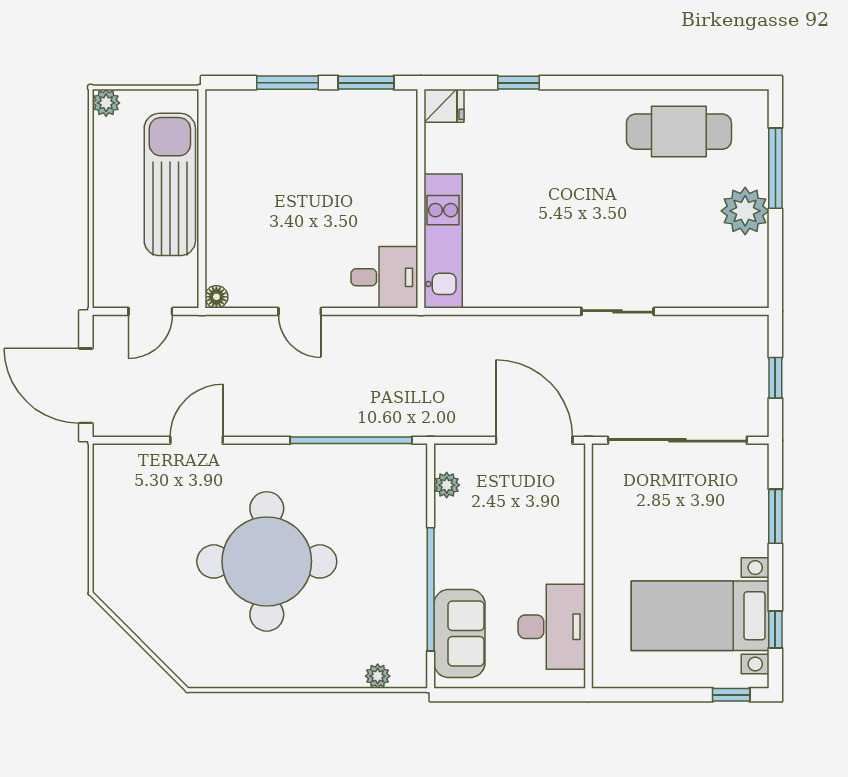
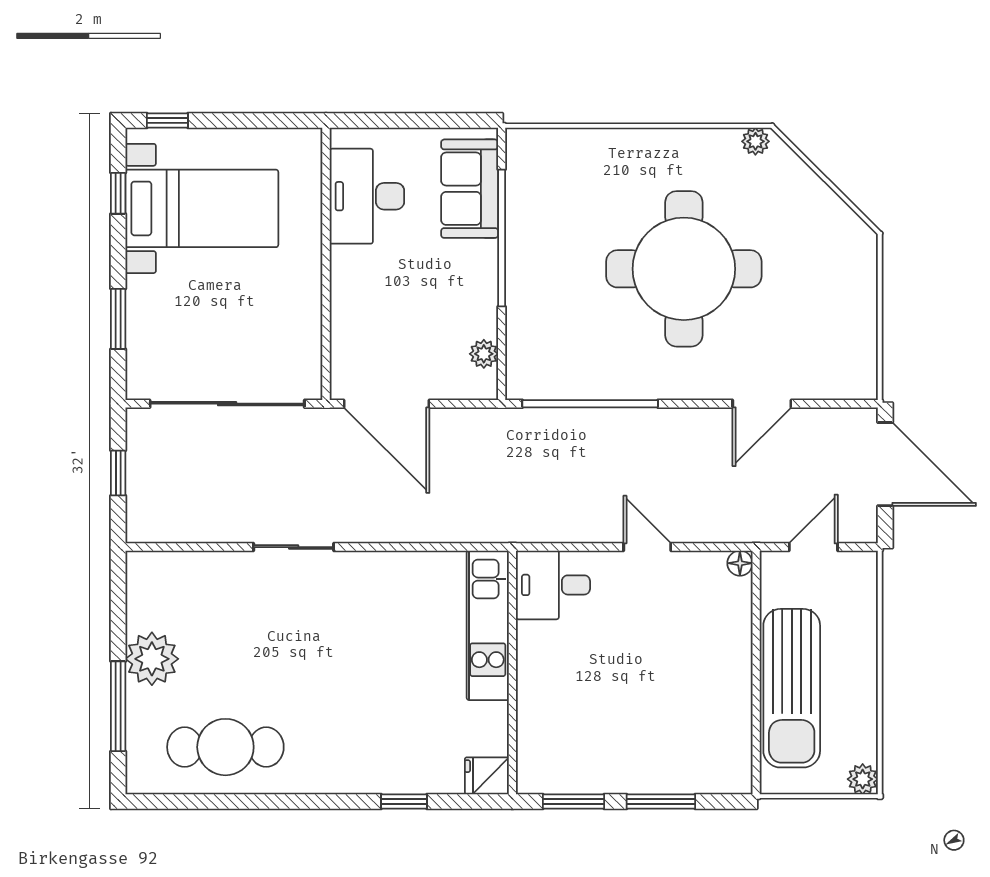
plant: (378, 676) -> (755, 141), moved

